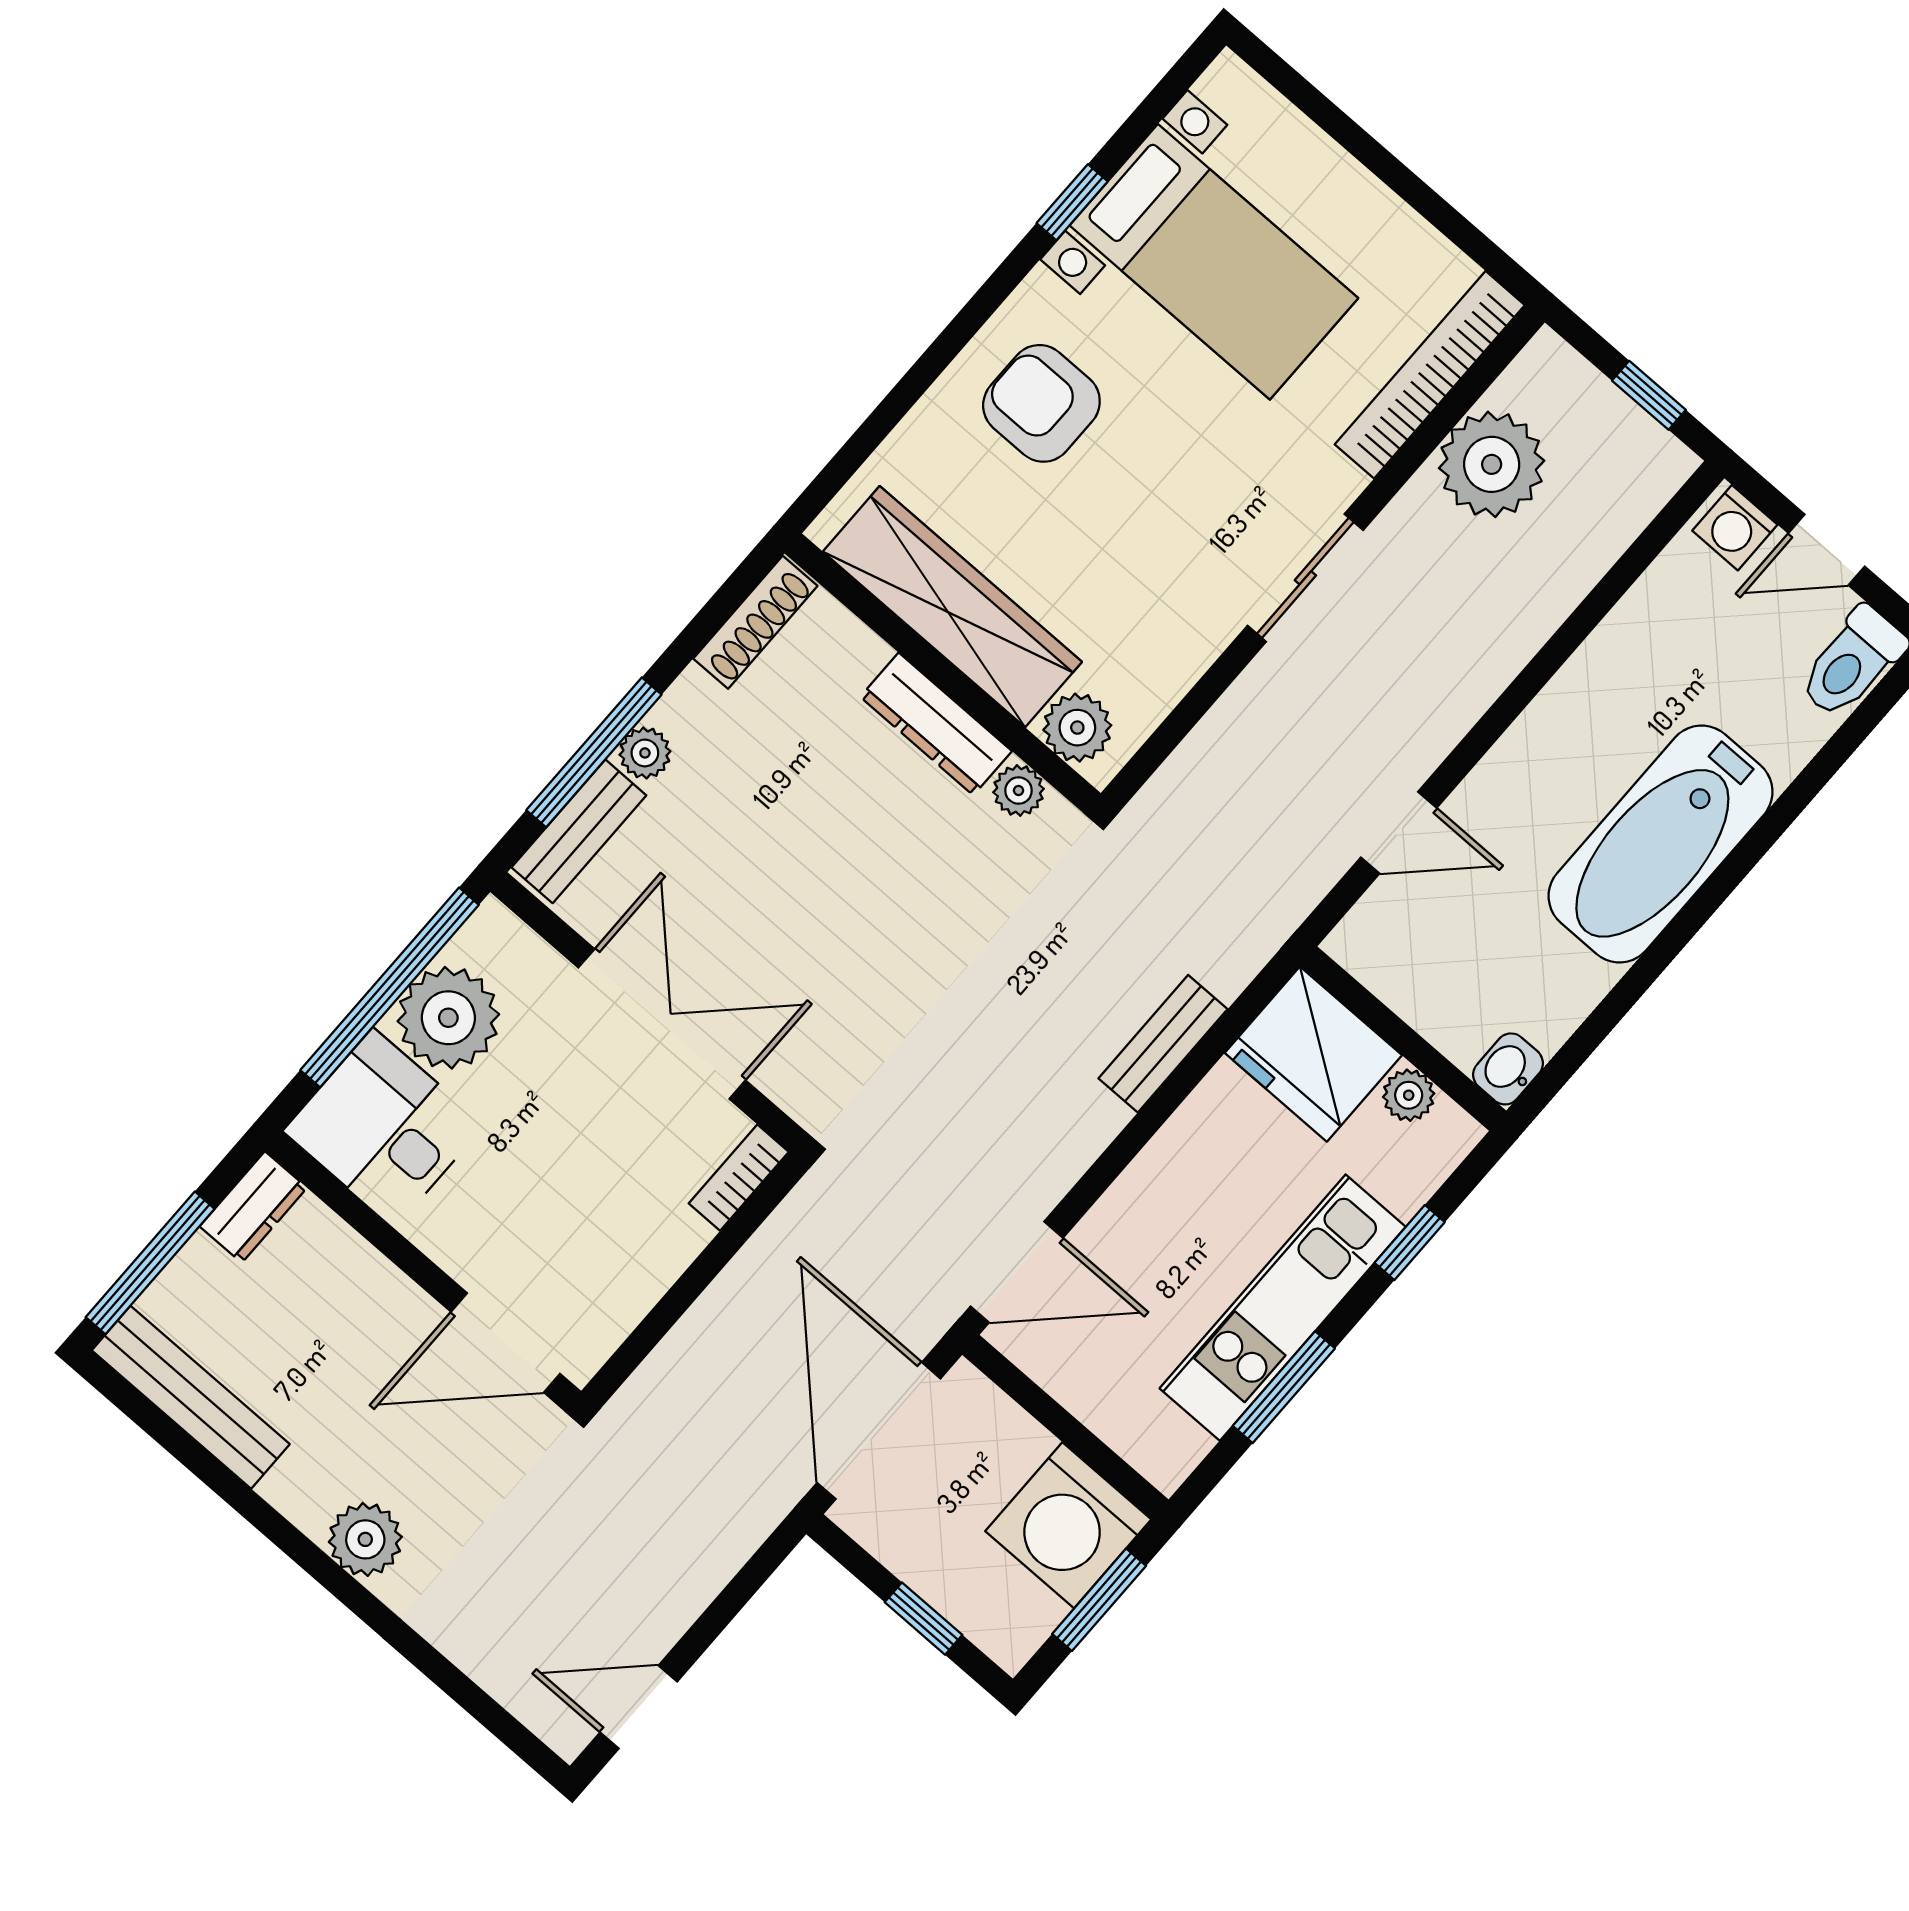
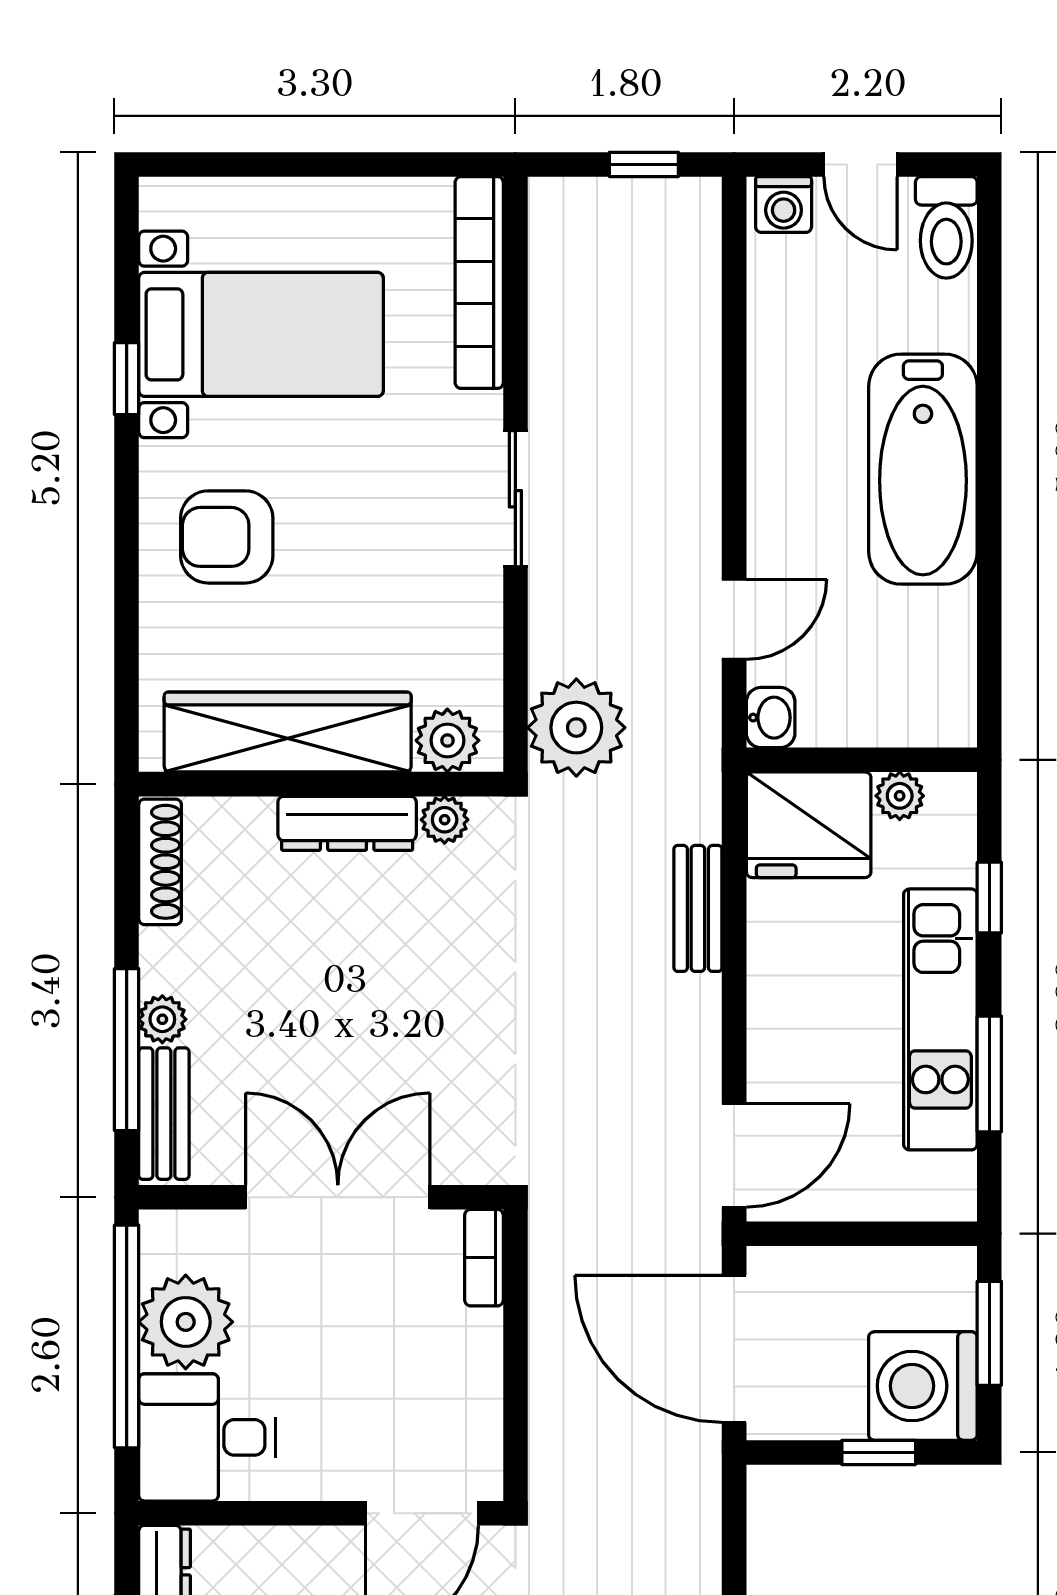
plant: (1492, 464) -> (576, 728), moved
door: (1827, 550) -> (861, 164), hinge flipped
washbasin: (1508, 1069) -> (771, 718), moved, turned 180
washing machine: (1068, 1525) -> (923, 1386), moved, turned 90

